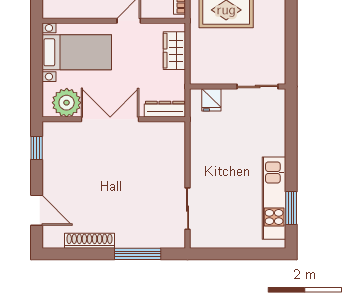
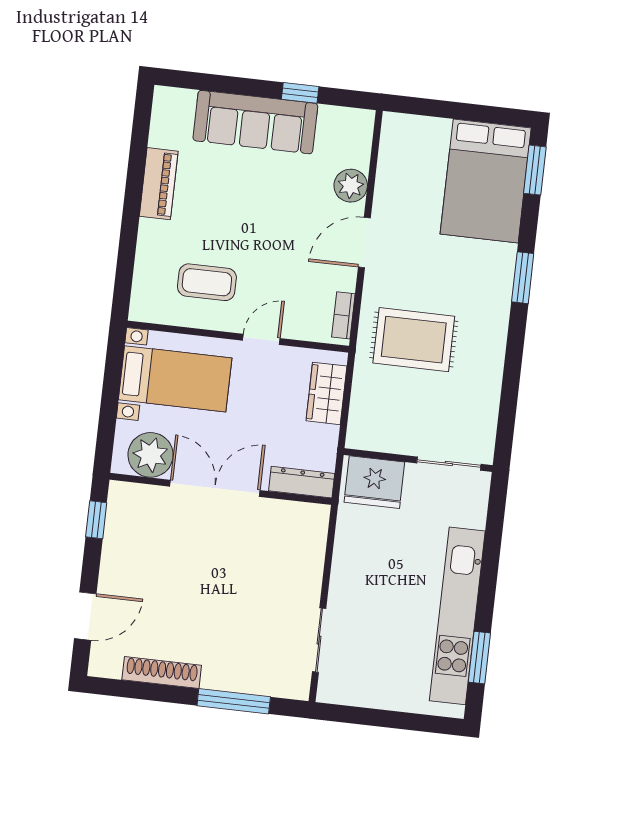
fridge: (211, 100) -> (374, 482), width x1.88, depth x1.34
kitchen unit: (274, 198) -> (457, 616), width x1.36
door: (37, 210) -> (85, 616), hinge flipped

